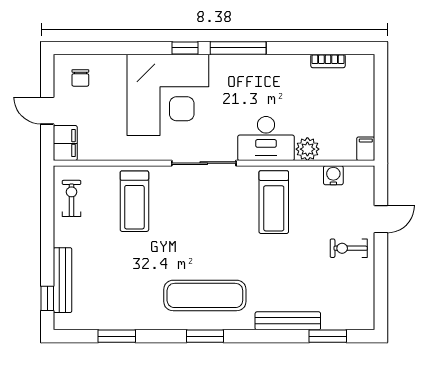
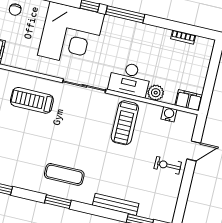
filing cabinet: (366, 149) -> (189, 100), width x2.00
treadmill: (134, 201) -> (32, 100), turned 90
exercise mat: (205, 295) -> (64, 174), width x0.73, depth x0.69

